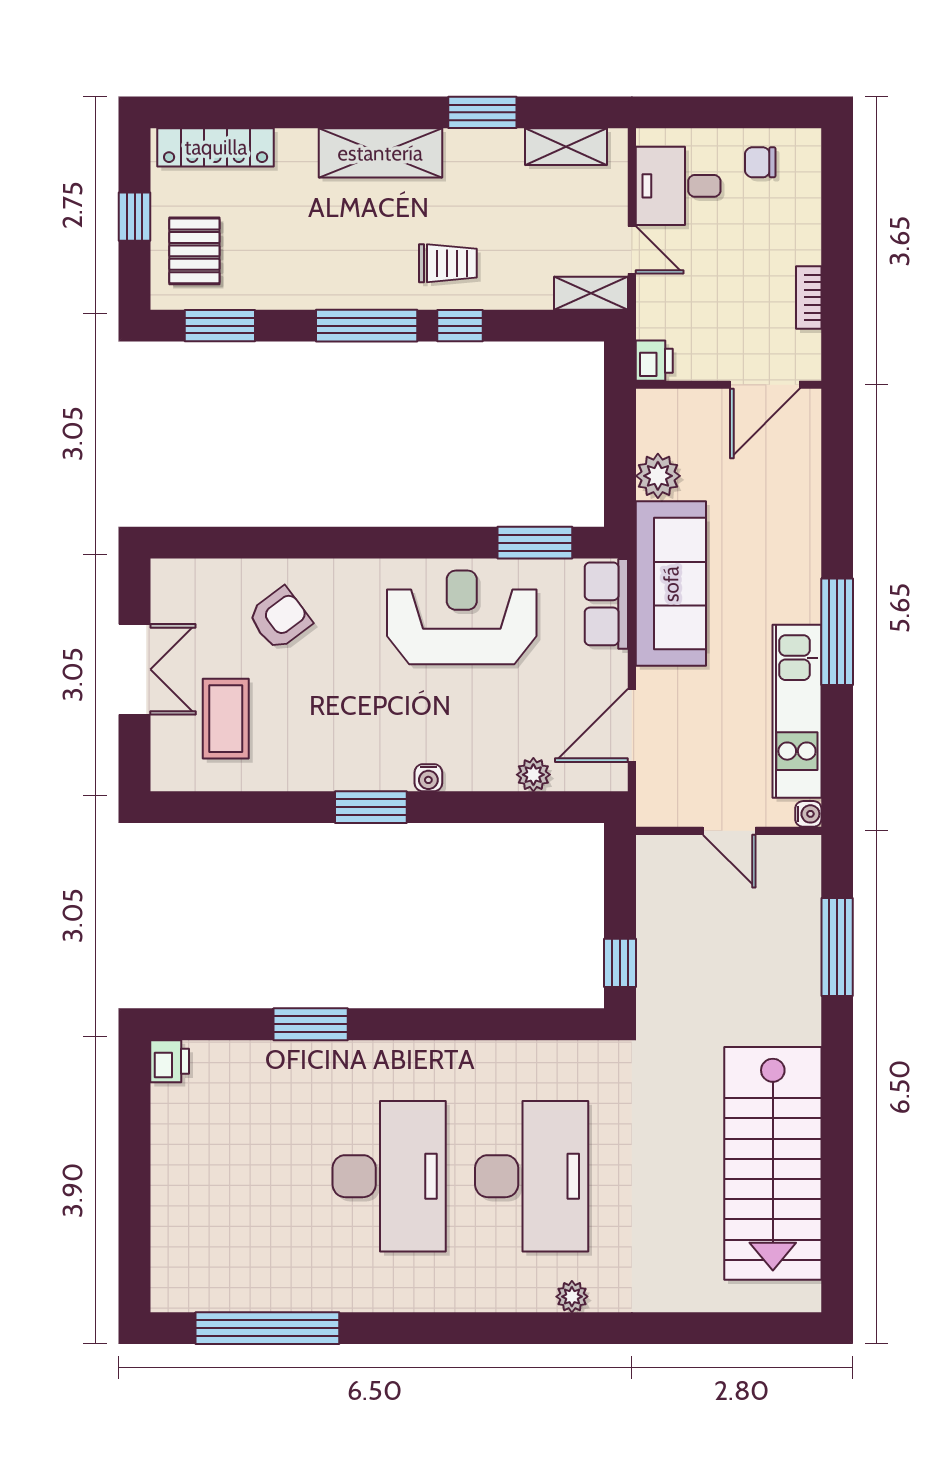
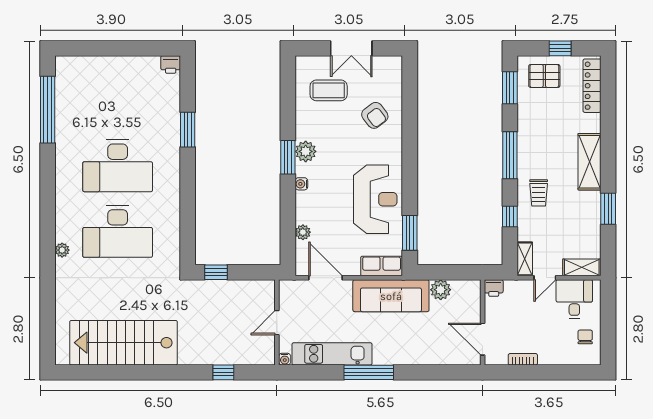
shelving: (566, 147) -> (582, 267), moved, turned 90
window: (460, 326) -> (510, 216), moved
plant: (358, 768) -> (306, 151), added
window: (837, 947) -> (223, 372), width x0.46

